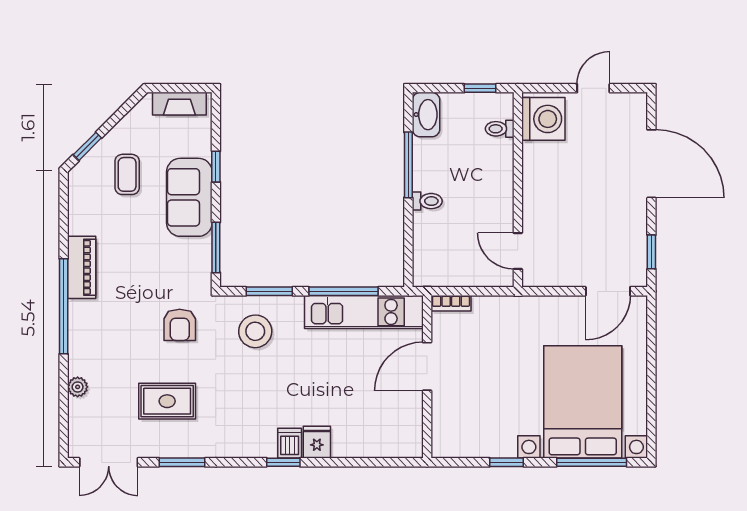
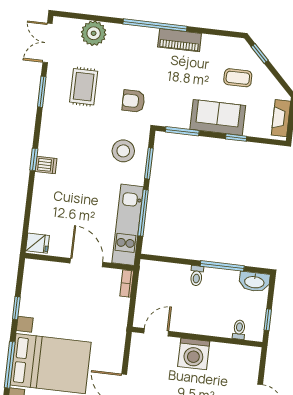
washing machine: (543, 119) -> (194, 354), moved
plant: (78, 387) -> (94, 33), width x1.88, depth x1.88
fridge: (317, 442) -> (38, 243), moved

